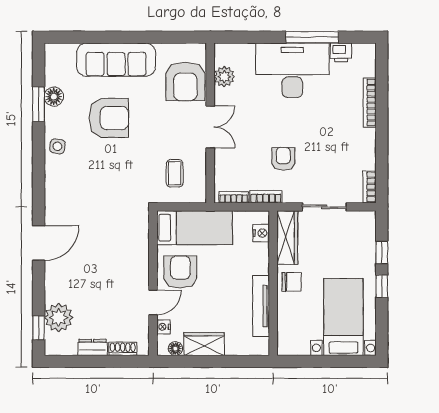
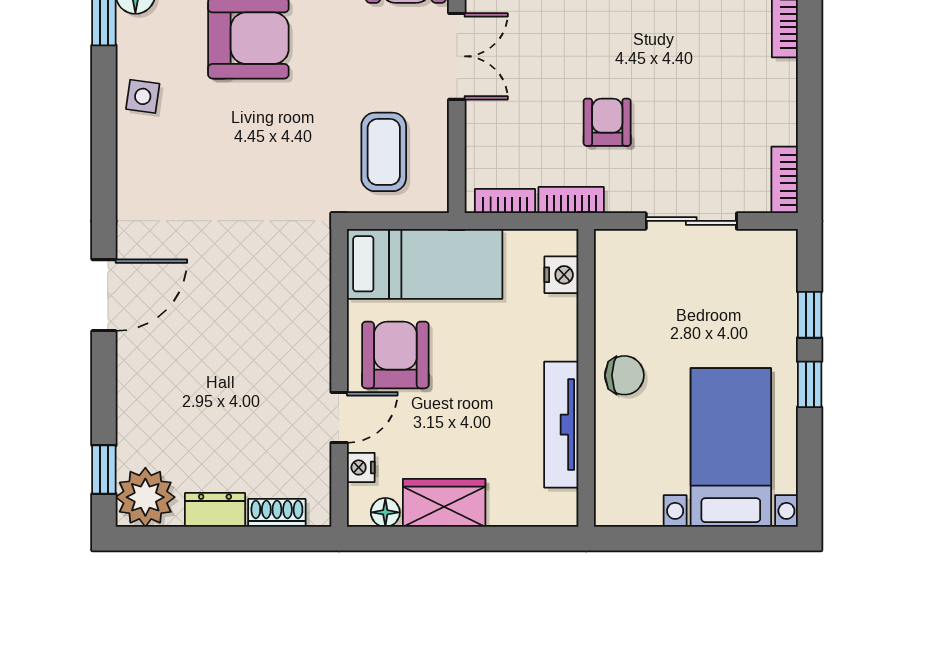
coffee table: (175, 173) -> (384, 152), width x1.36, depth x1.30
wardrobe: (287, 238) -> (615, 284), removed
plant: (59, 318) -> (145, 497), moved

